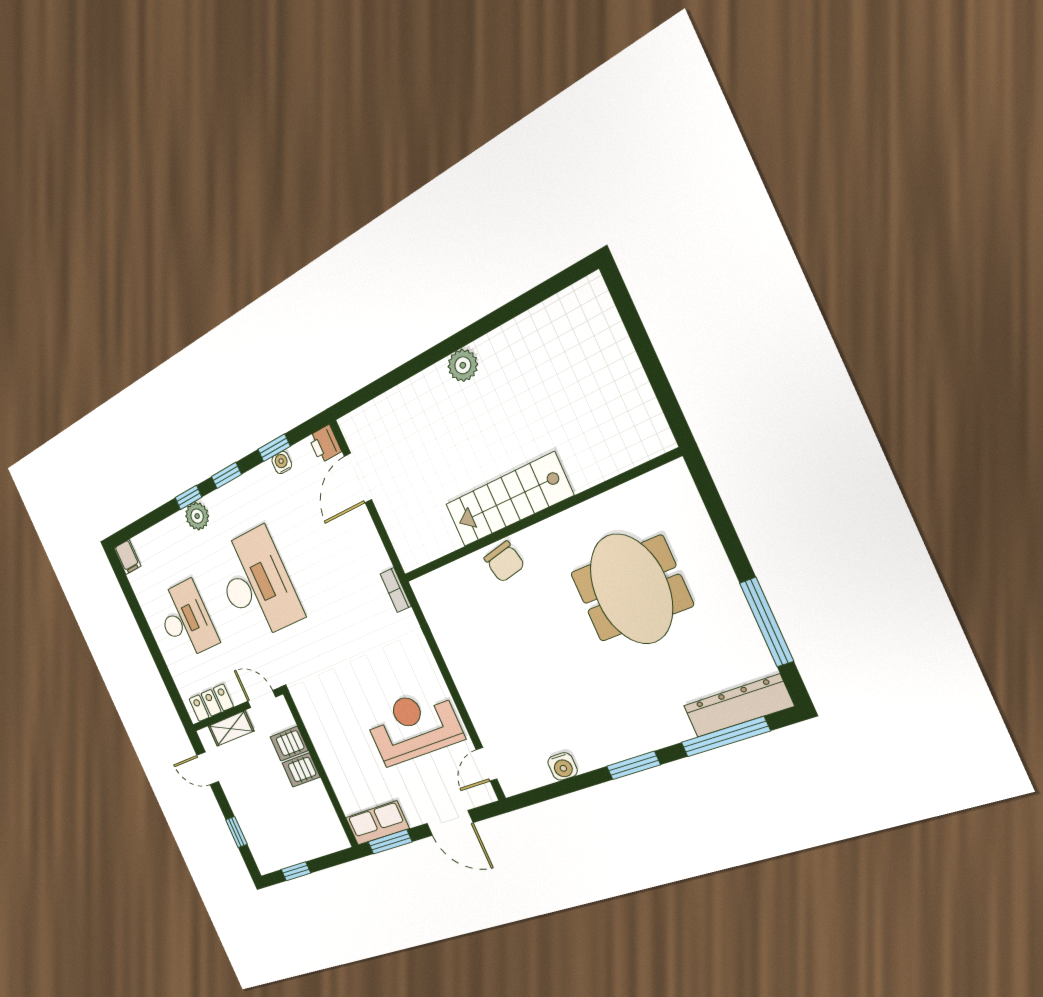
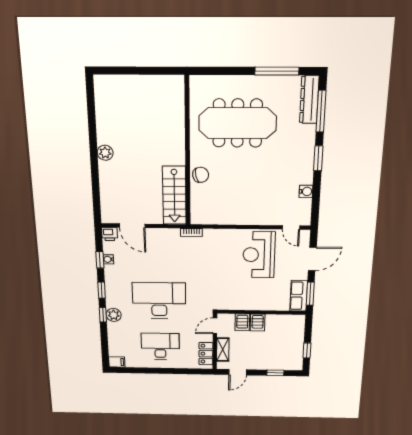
stairs: (508, 500) -> (174, 195), moved
meeting table: (631, 589) -> (237, 123), width x1.36

